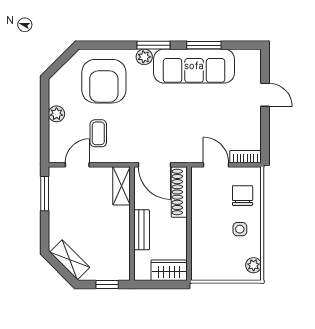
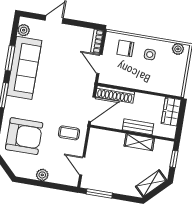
plant: (144, 57) -> (24, 30), moved
coffee table: (98, 133) -> (69, 133), moved
door: (216, 165) -> (99, 64), hinge flipped
shelving: (121, 186) -> (139, 142), moved

